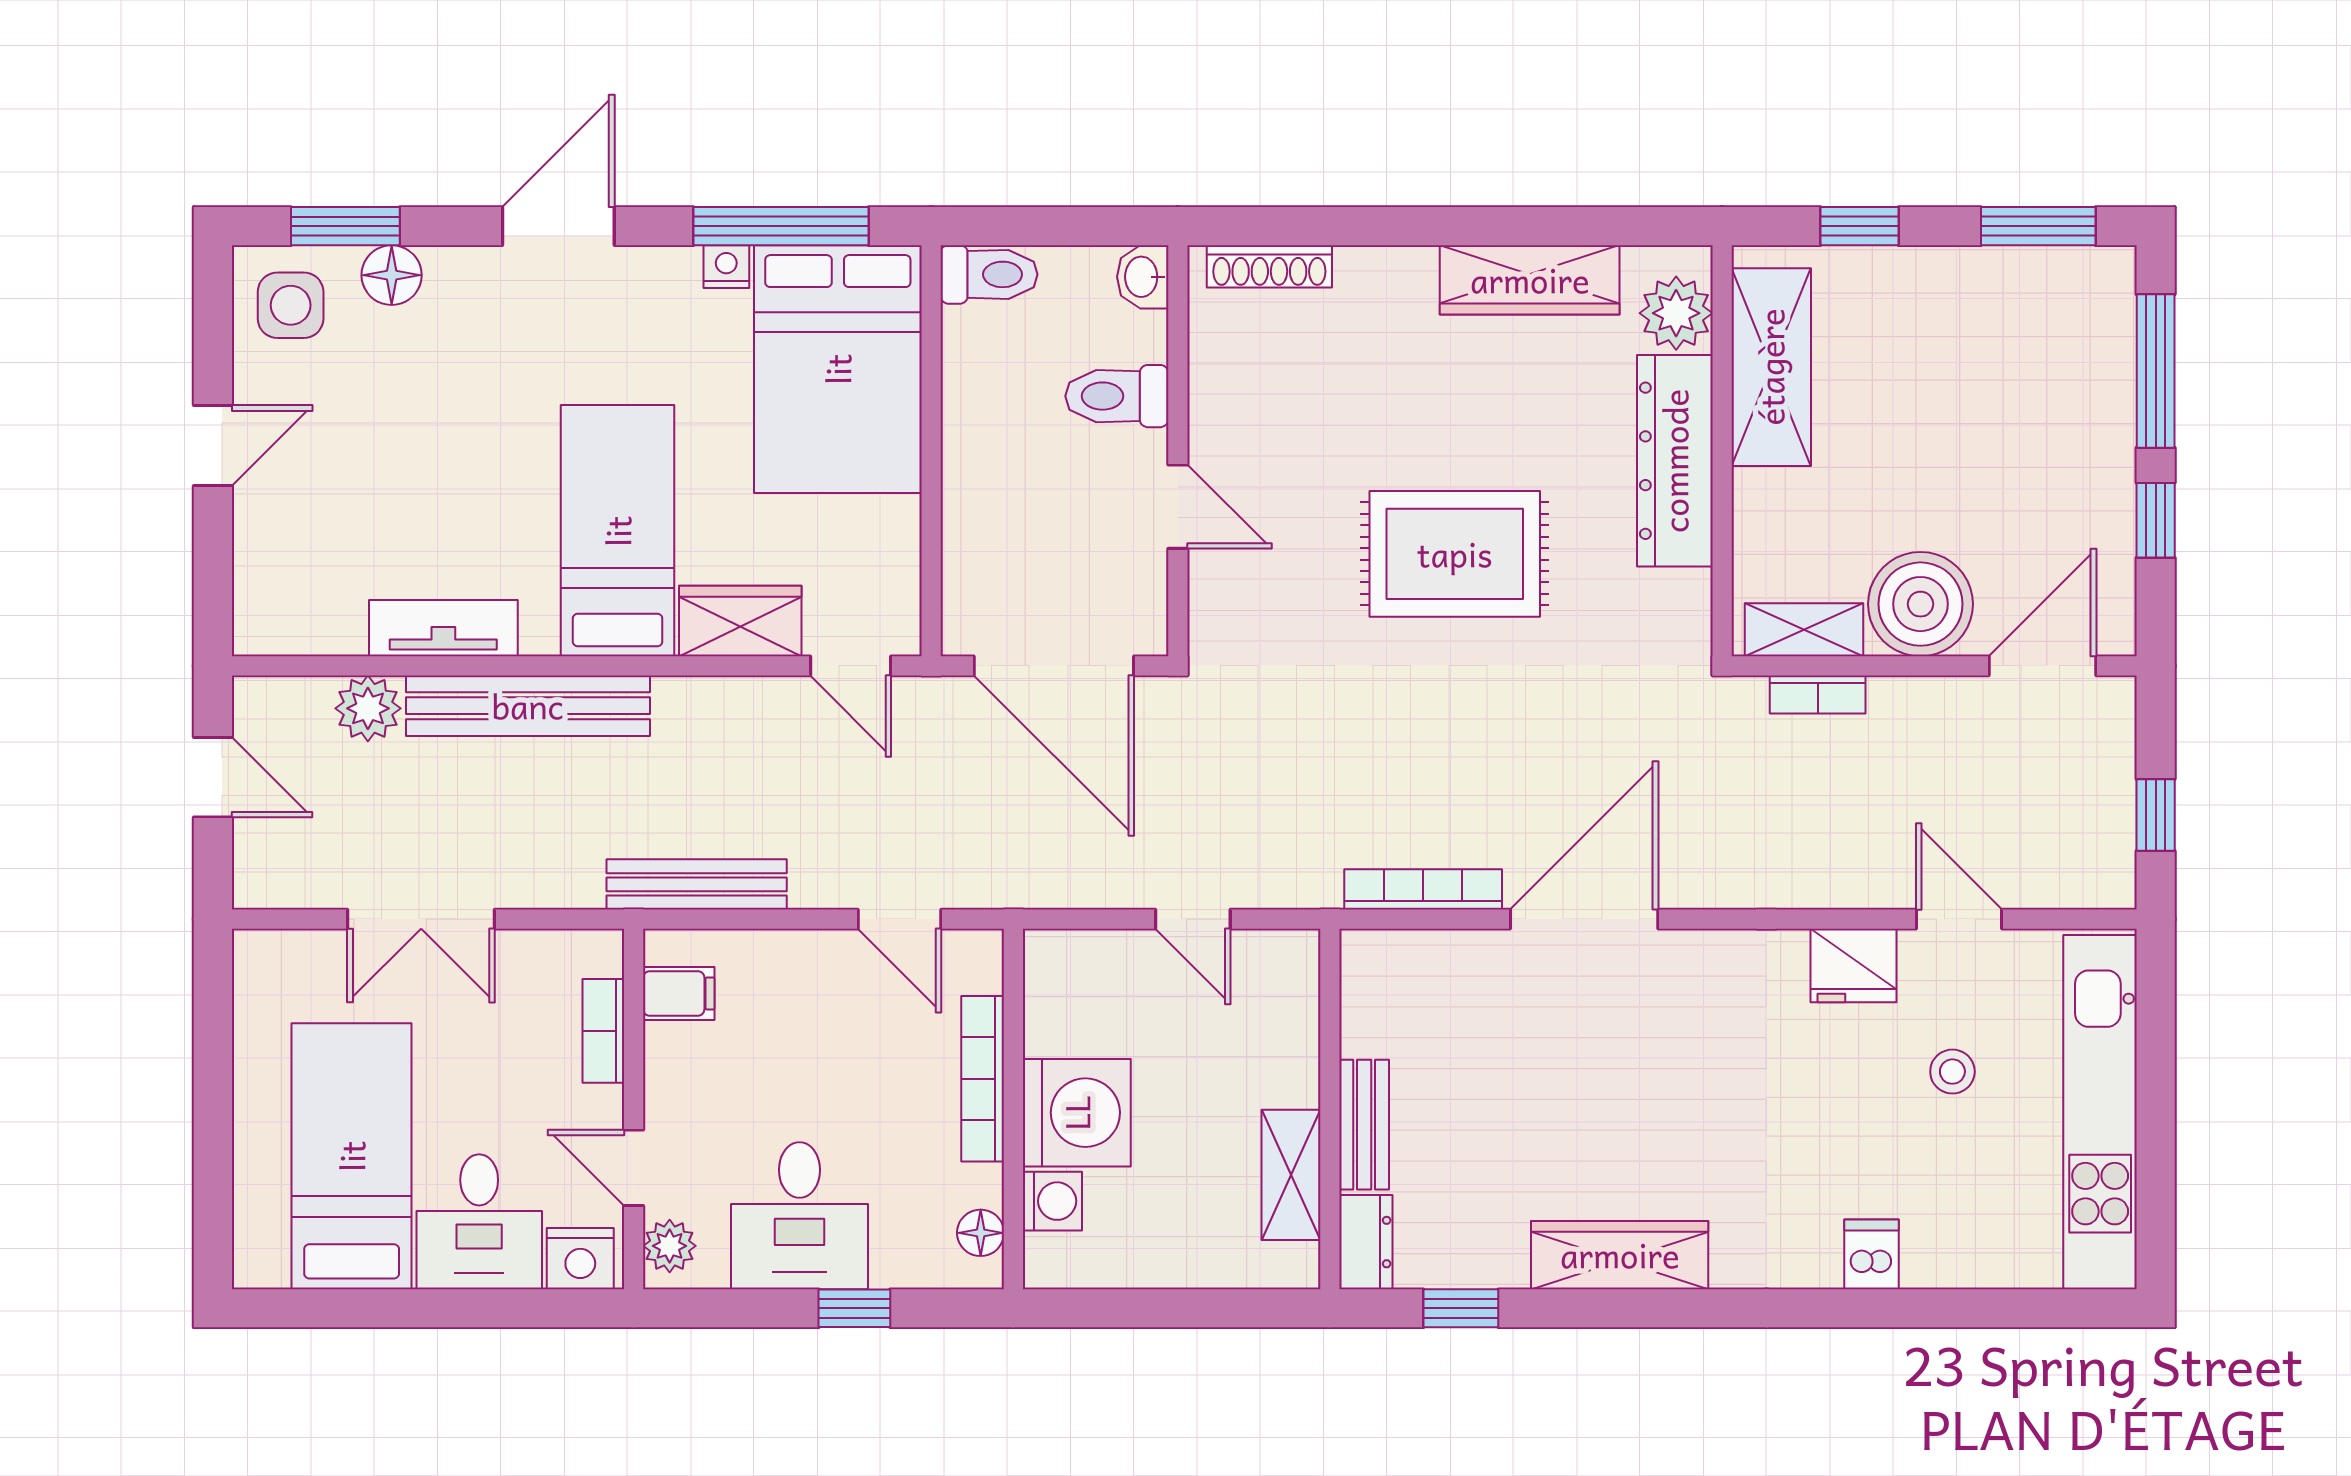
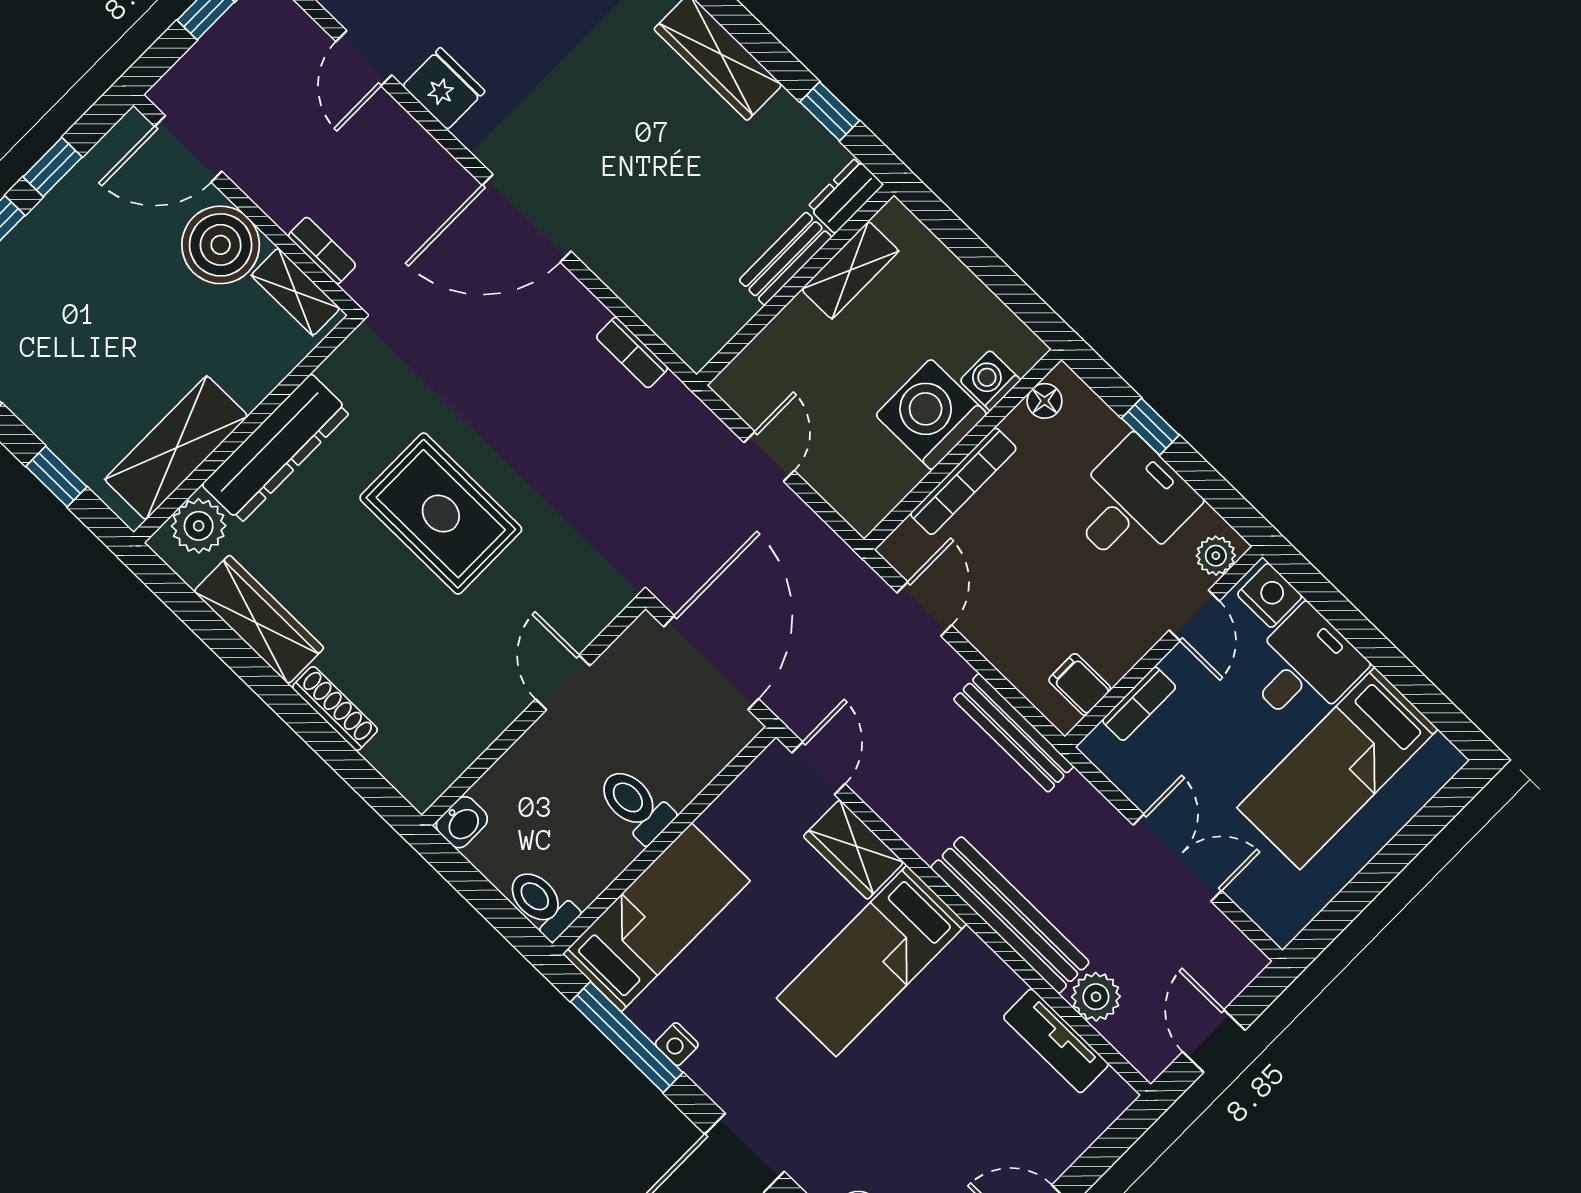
shoe rack: (1269, 266) -> (335, 709), moved
bed: (838, 369) -> (656, 917), width x0.67
toilet: (1117, 396) -> (635, 805), moved, turned 180
tv unit: (443, 628) -> (1056, 1041), moved
bookcase: (1423, 889) -> (632, 353), width x0.64
door: (1584, 919) -> (527, 218), moved

